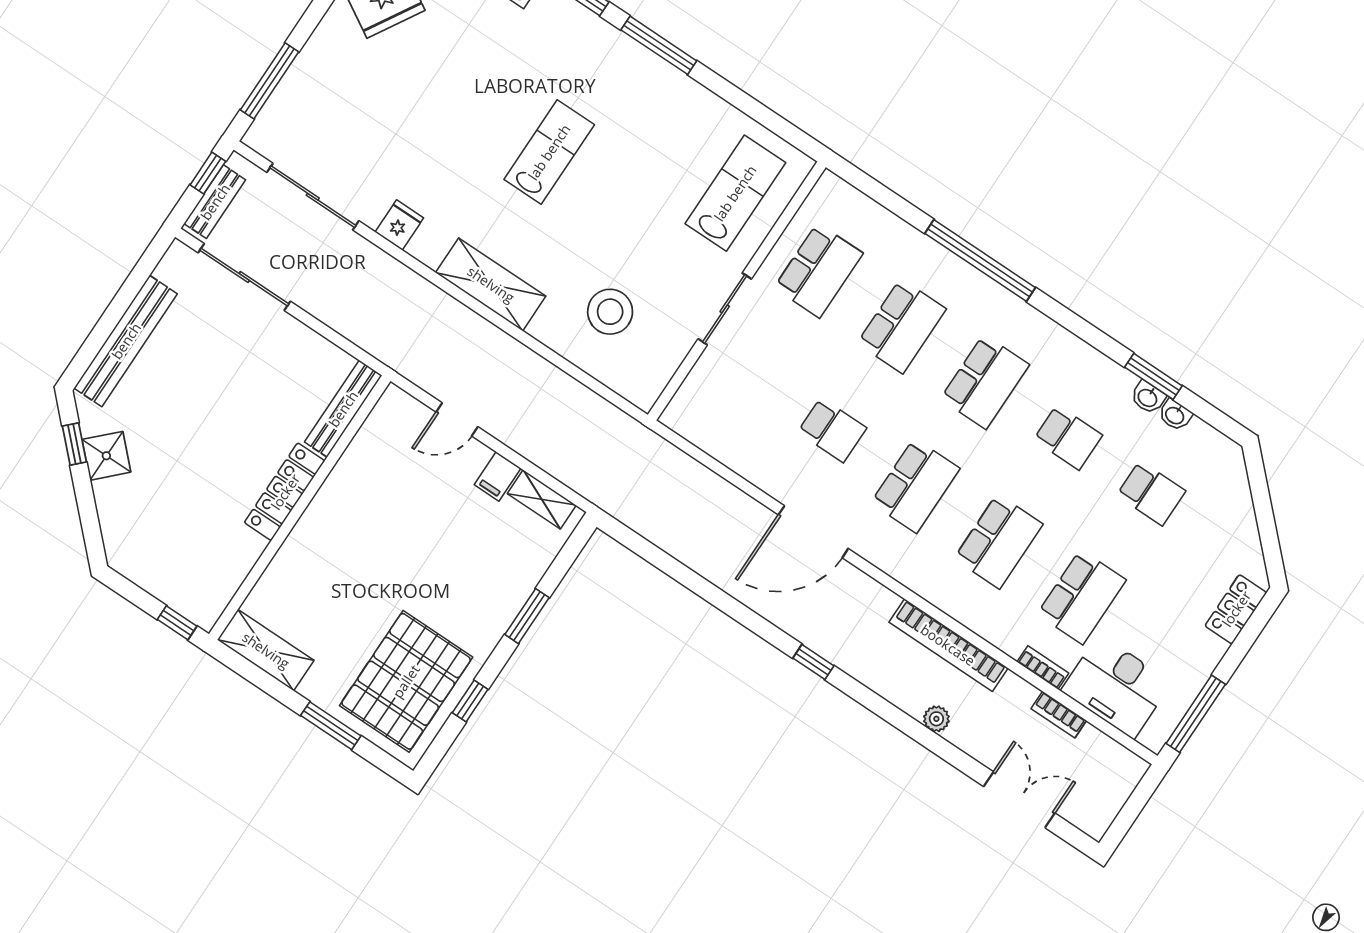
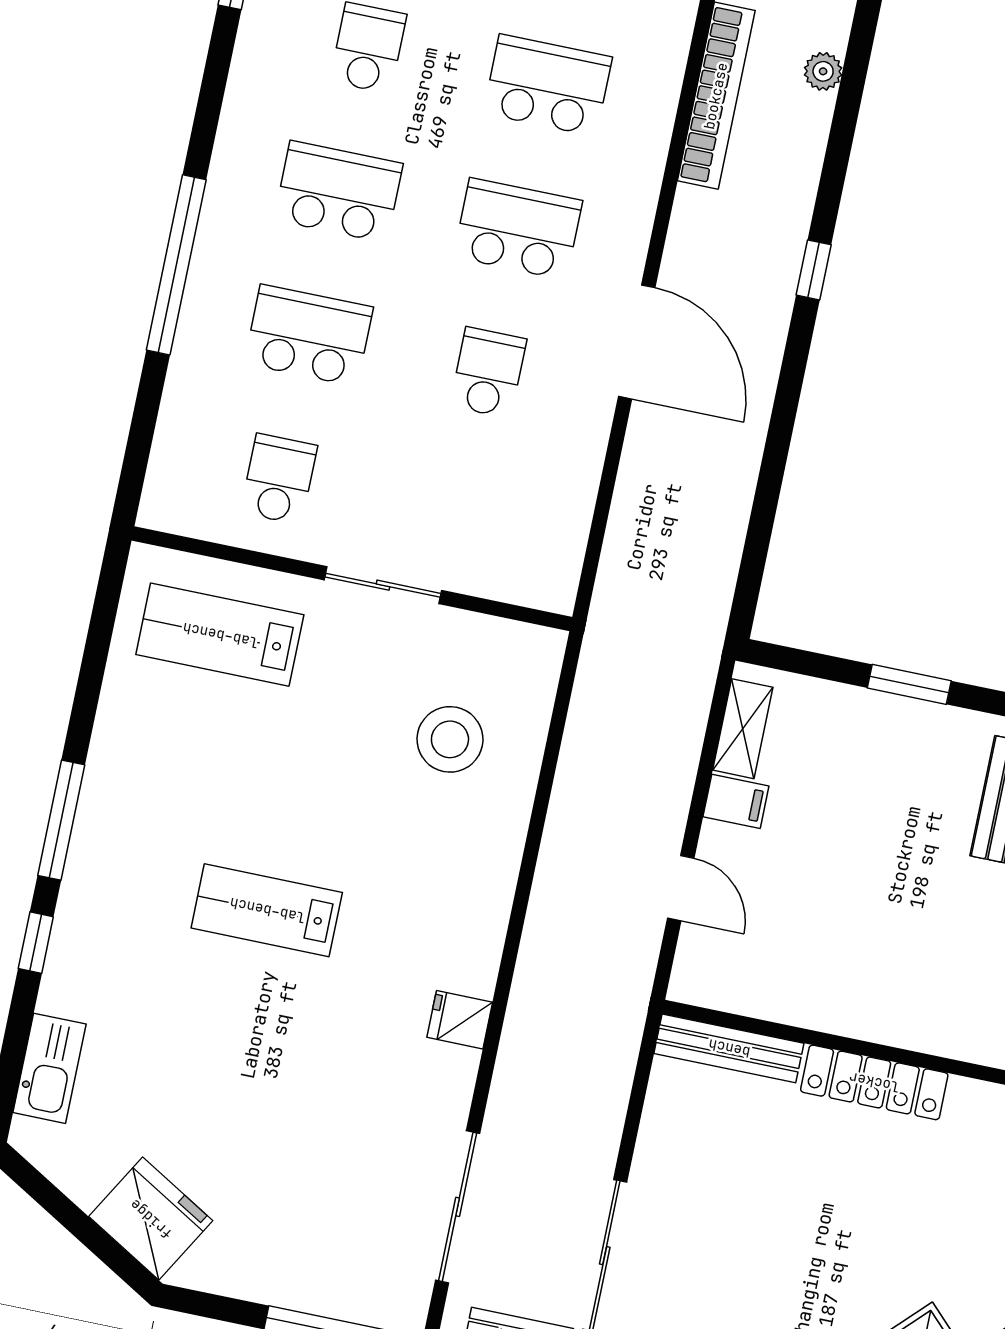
fridge: (399, 225) -> (460, 1020), moved
school desk: (818, 270) -> (279, 479), width x0.54
shelving: (491, 284) -> (479, 917), removed

